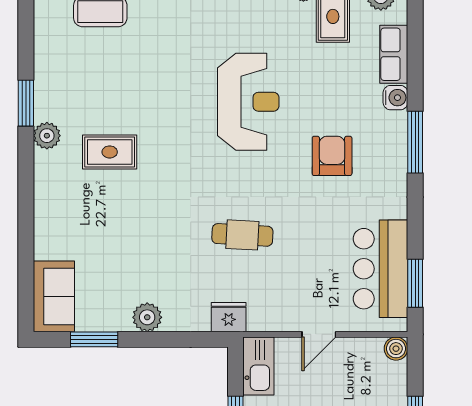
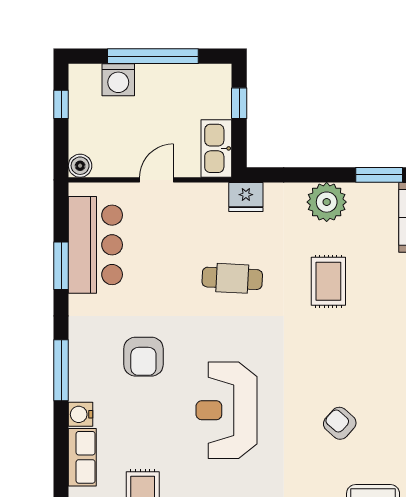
armchair: (134, 89) -> (340, 423), added
rug: (110, 152) -> (328, 281), moved, turned 90
window: (415, 283) -> (61, 266), moved
plant: (147, 317) -> (327, 202), width x1.36, depth x1.36

